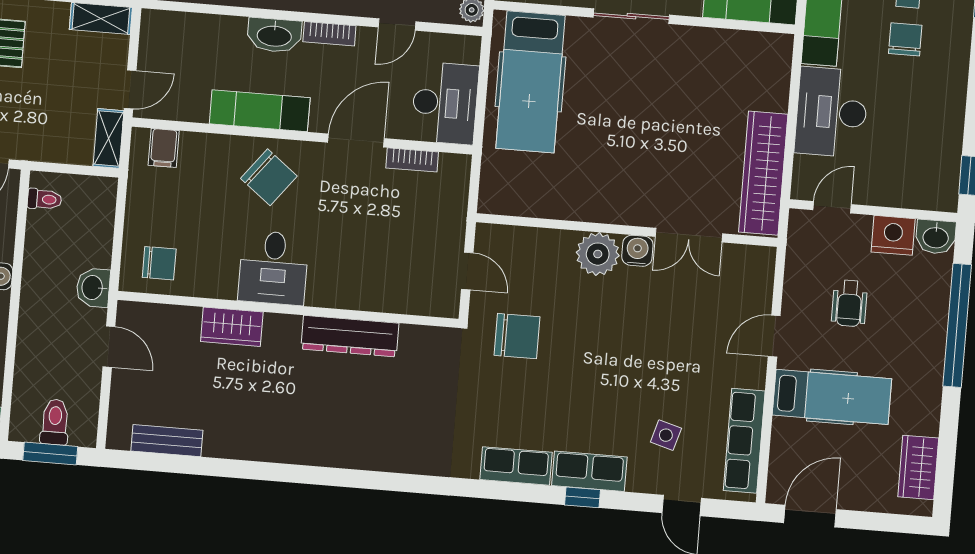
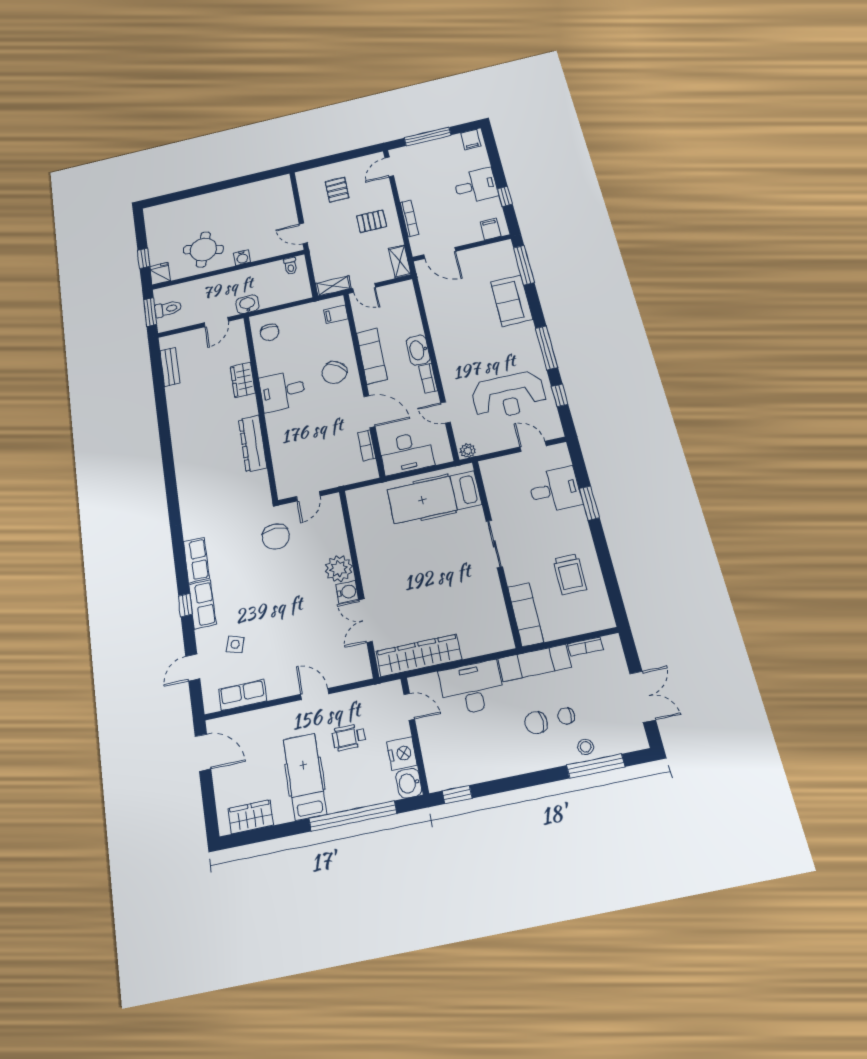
chair: (905, 39) -> (536, 723), turned 180
hospital bed: (832, 397) -> (305, 777), moved, turned 180
row of seats: (744, 441) -> (243, 695), width x0.68

